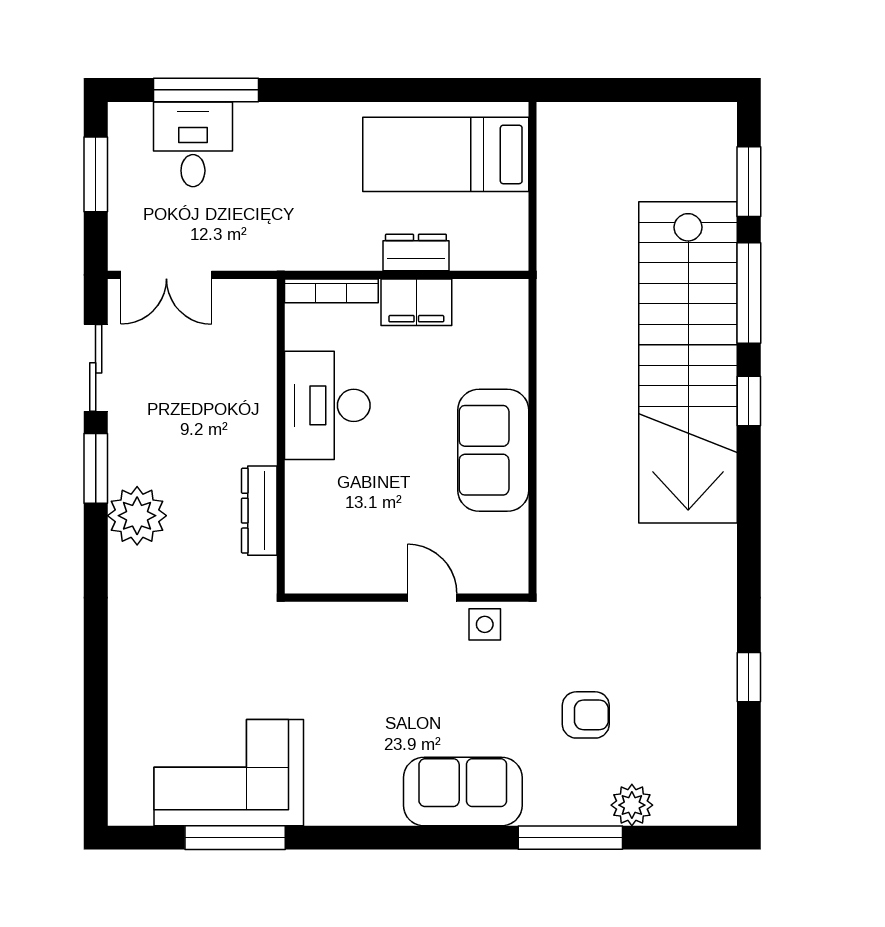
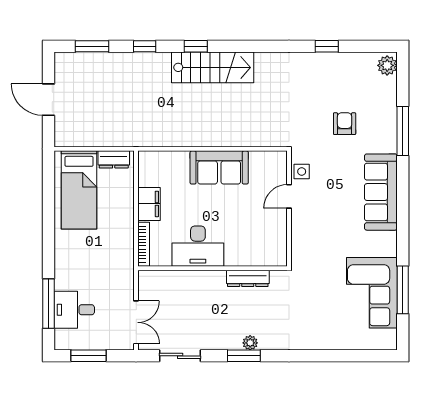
door: (636, 90) -> (48, 100), added
dresser: (416, 253) -> (114, 159), moved, turned -90
window: (749, 293) -> (145, 46), width x0.46
stairs: (688, 362) -> (213, 67), width x0.54, depth x0.66
window: (96, 468) -> (244, 356), moved
plant: (137, 516) -> (250, 343), width x0.53, depth x0.53
sofa: (463, 792) -> (381, 192), width x1.36
plant: (632, 805) -> (387, 65), moved

